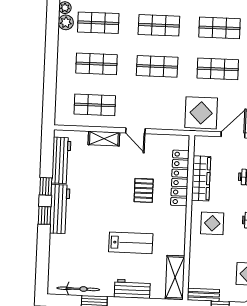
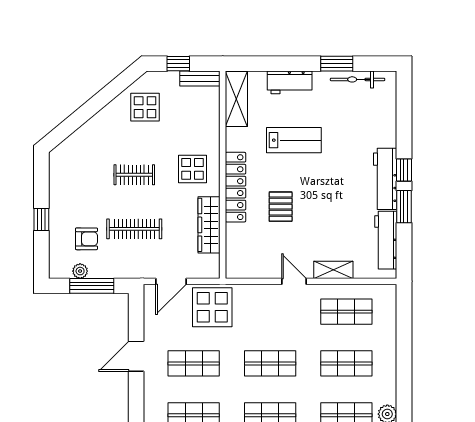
locker: (180, 178) -> (236, 187), moved
window: (46, 186) -> (404, 207), width x1.50
lab bench: (131, 243) -> (294, 140), turned 180

